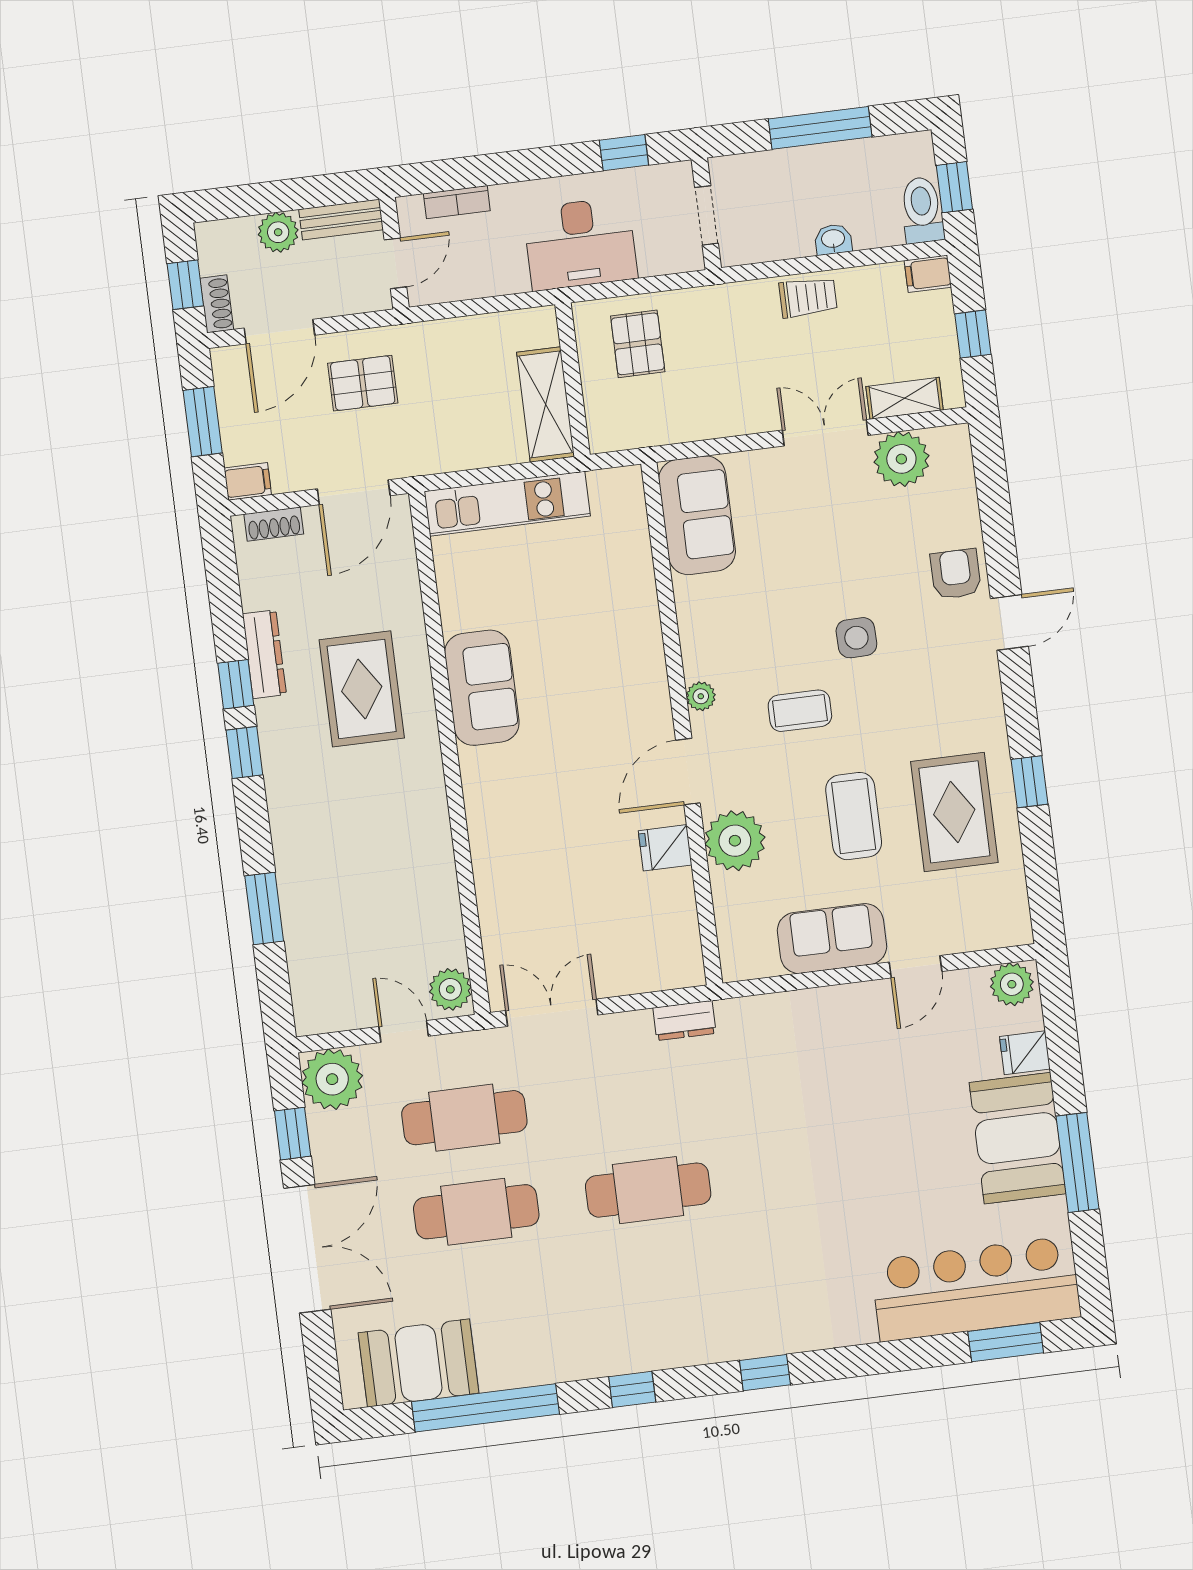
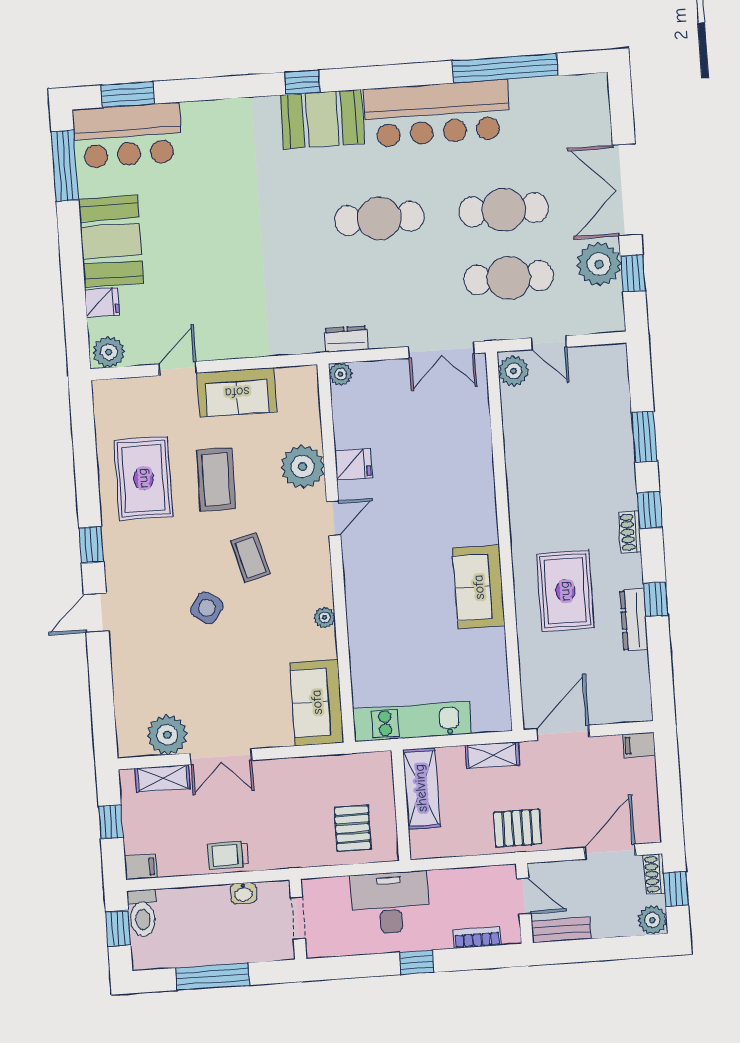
window: (624, 153) -> (417, 962), moved
plant: (278, 232) -> (652, 920), moved
washbasin: (833, 239) -> (243, 893), moved
door: (395, 263) -> (524, 896), swing flipped
pallet: (363, 383) -> (518, 828), moved
window: (203, 422) -> (669, 790), removed
shelving: (450, 456) -> (492, 755), added
kitchen unit: (507, 504) -> (412, 721), moved
shoe rack: (274, 524) -> (630, 532), moved, turned -90
armchair: (956, 574) -> (133, 650), removed
side table: (856, 638) -> (207, 608), turned 36
plant: (701, 696) -> (325, 617), moved
coffee table: (800, 711) -> (251, 558), turned 75
window: (244, 752) -> (649, 510), moved
door: (688, 772) -> (334, 518), width x0.73
window: (1029, 782) -> (91, 545), moved
plant: (690, 972) -> (341, 374), added
plant: (332, 1079) -> (599, 264), moved
window: (1078, 1162) -> (65, 166), moved
bar counter: (976, 1289) -> (128, 135), width x0.73
bar counter: (576, 1340) -> (437, 113), added
booth: (418, 1363) -> (322, 119), moved
window: (632, 1389) -> (399, 76), removed

